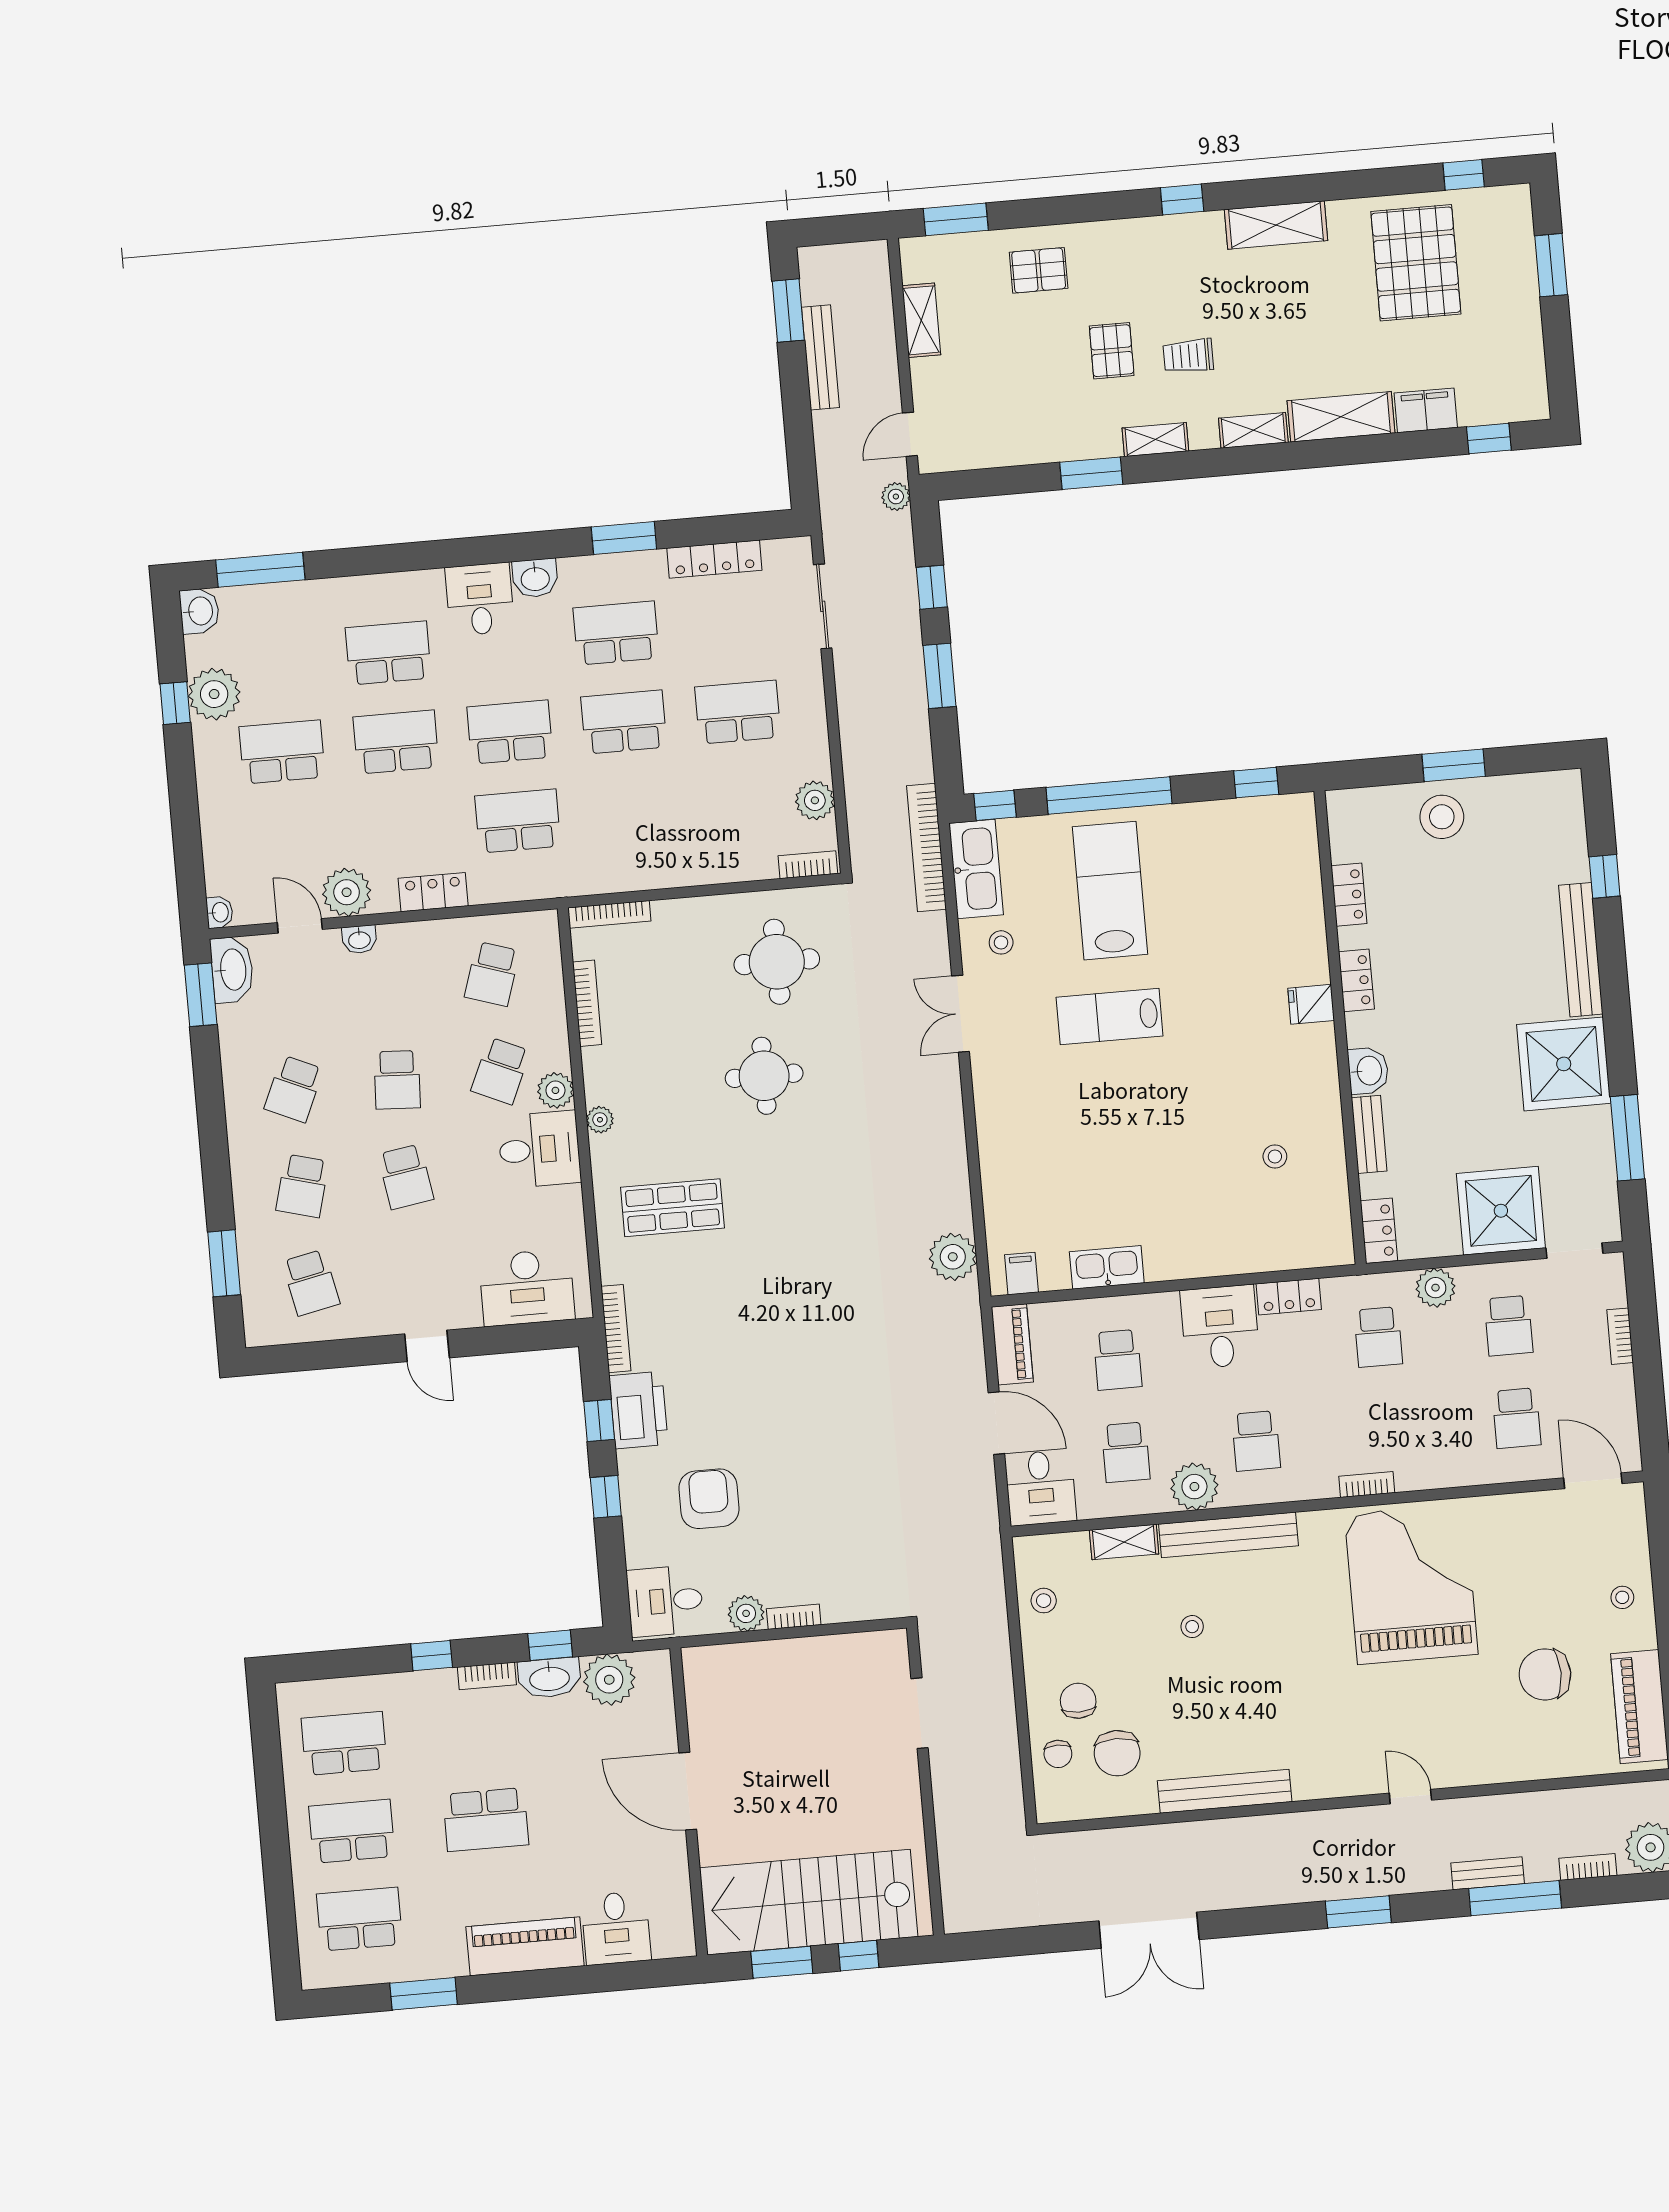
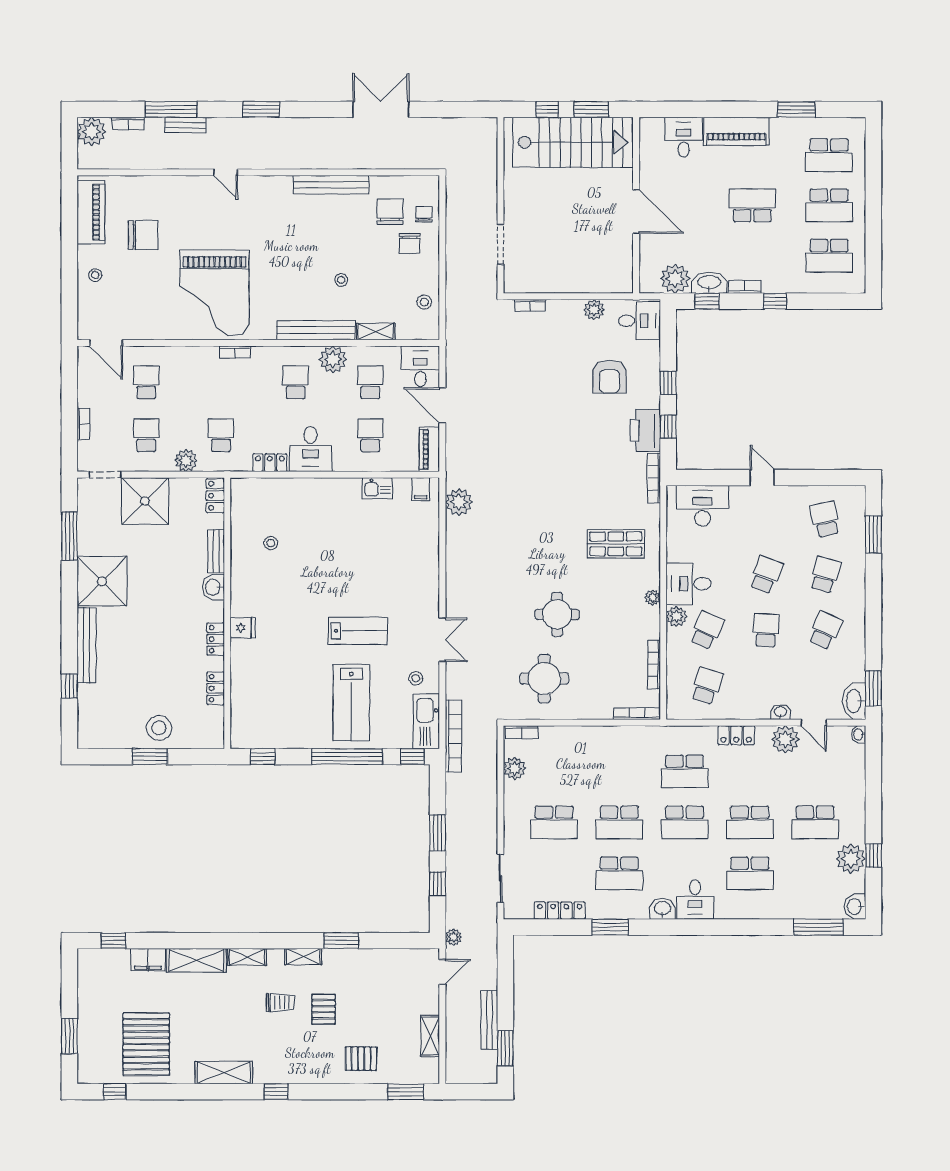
school desk: (406, 1177) -> (766, 575), turned 30
kitchen sink: (1107, 1267) -> (377, 488), width x0.73
bookcase: (794, 1617) -> (530, 305), moved

